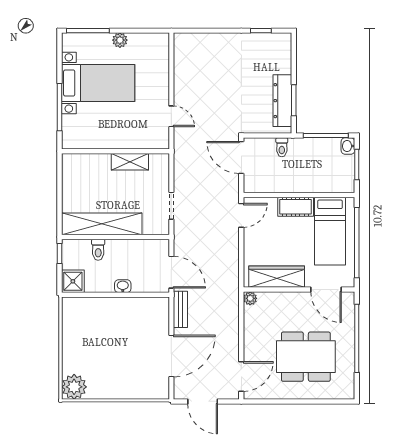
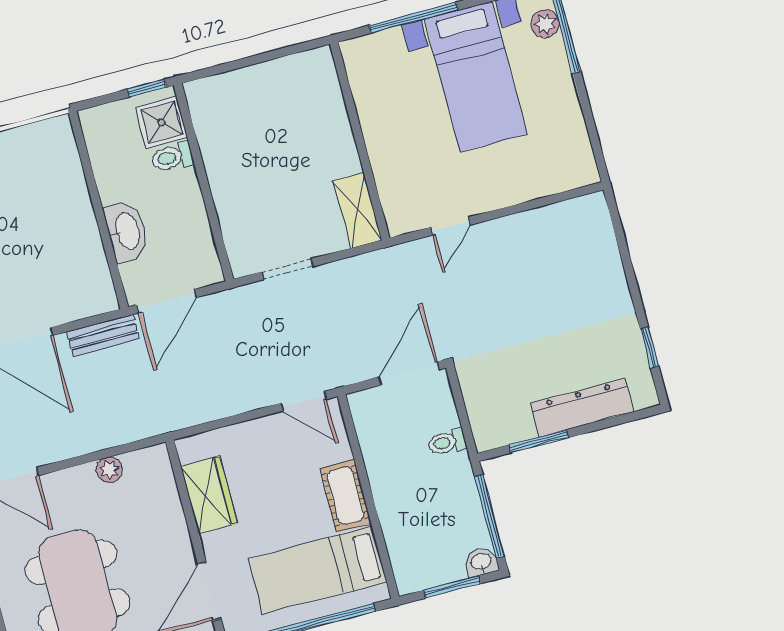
plant: (120, 40) -> (545, 24), moved
dresser: (282, 101) -> (582, 408), moved
shelving: (130, 162) -> (358, 210), moved
shelving: (102, 224) -> (221, 151), removed
wardrobe: (277, 277) -> (209, 495), width x0.67
shower: (73, 281) -> (162, 122), moved
washbasin: (123, 286) -> (126, 231), width x1.91, depth x1.45
plant: (250, 298) -> (109, 470), moved

